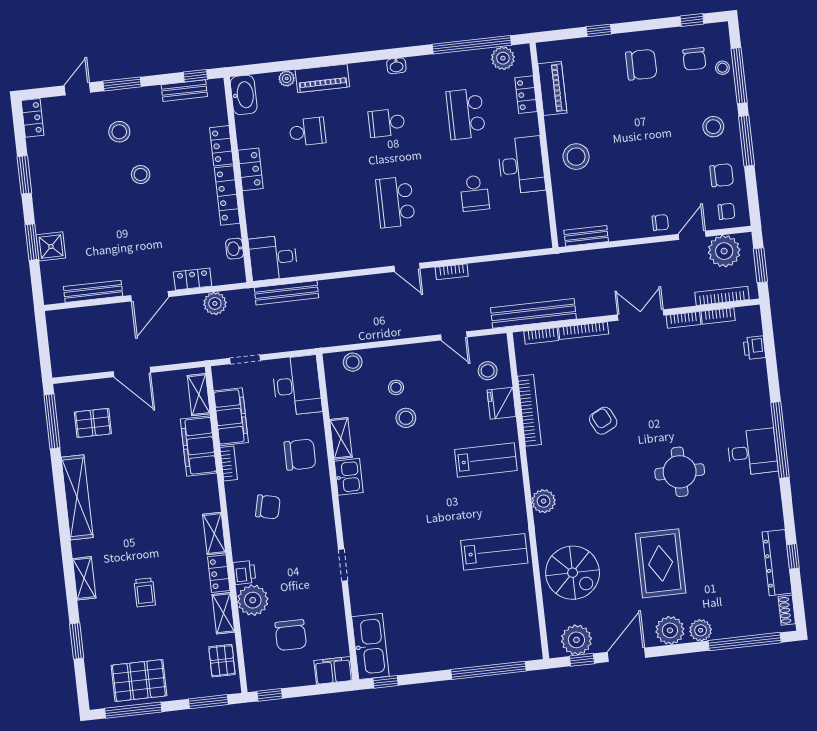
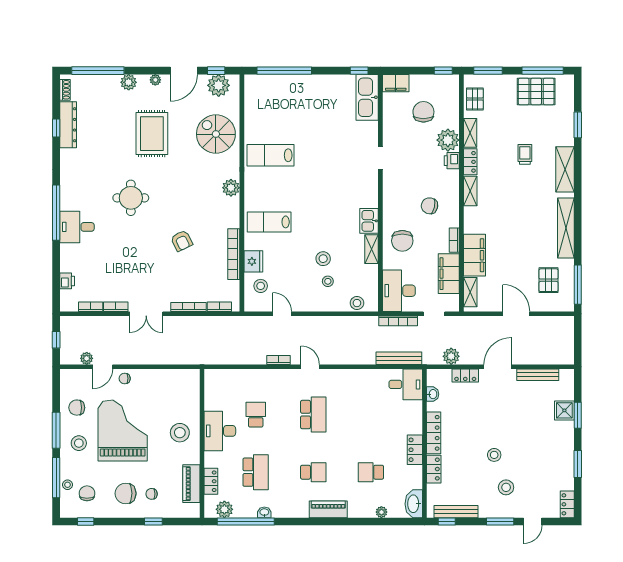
washbasin: (396, 66) -> (264, 512), moved
piano: (322, 78) -> (328, 509), moved
bench: (184, 91) -> (456, 512), width x1.36
grand piano: (655, 151) -> (123, 430), added
chair: (726, 211) -> (152, 494), moved
bench: (586, 236) -> (179, 375), removed
plant: (724, 251) -> (87, 358), width x0.53, depth x0.53
window: (760, 265) -> (56, 340), width x0.67
bookcase: (722, 296) -> (398, 321), moved
bench: (533, 313) -> (223, 323), removed
pallet: (93, 423) -> (548, 280), turned 90
desk: (752, 452) -> (77, 227), moved
chair: (300, 455) -> (402, 241), turned -90
shelving: (84, 578) -> (565, 169), width x1.50, depth x1.33
plant: (670, 630) -> (155, 80), width x0.53, depth x0.53

